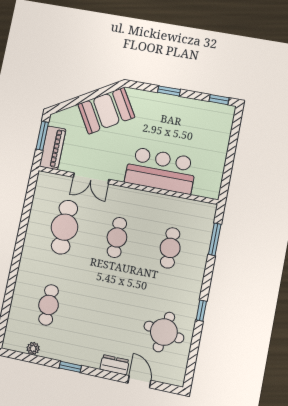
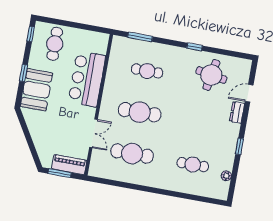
booth: (106, 111) -> (36, 90), moved, turned 31
cafe table: (206, 130) -> (55, 44), added
cafe table: (117, 237) -> (140, 112), width x1.37, depth x1.35

